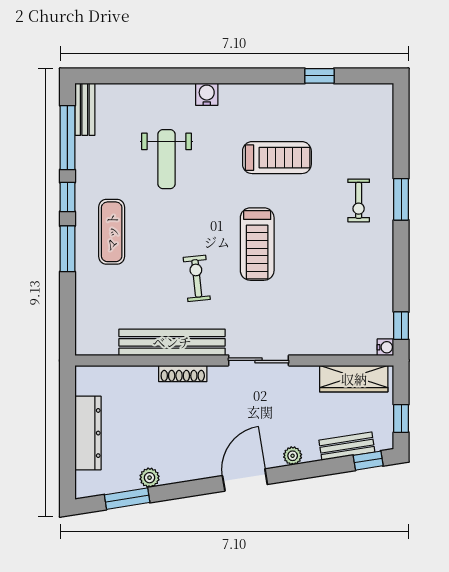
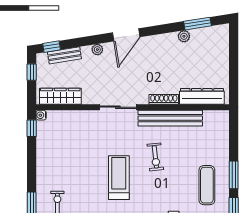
dresser: (88, 433) -> (202, 96), moved, turned 90

